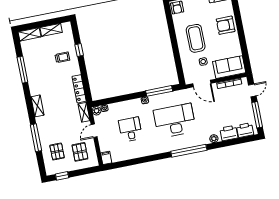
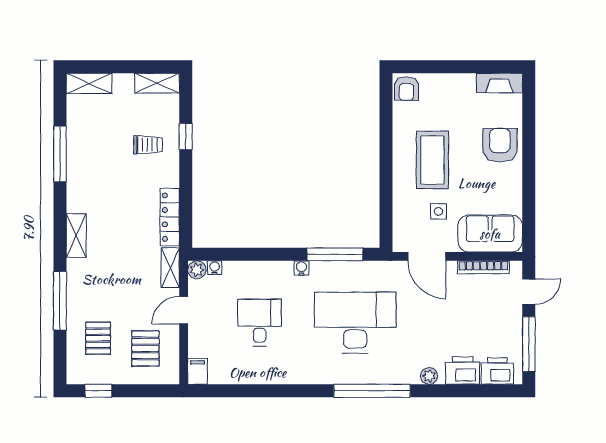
armchair: (226, 25) -> (500, 145), turned 90
shelving: (51, 30) -> (157, 83), moved

